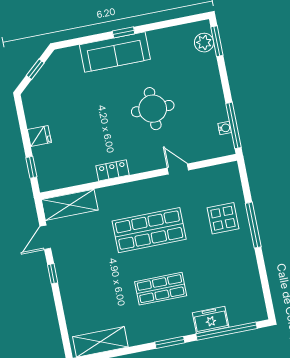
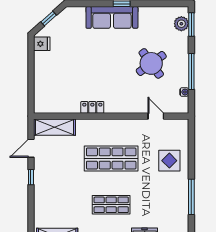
round table: (153, 109) -> (151, 63), moved, turned -36
window: (234, 125) -> (191, 72), moved
fridge: (39, 136) -> (42, 44), moved
window: (31, 167) -> (31, 93), removed
door: (178, 169) -> (156, 116), moved
window: (253, 225) -> (191, 197), moved

